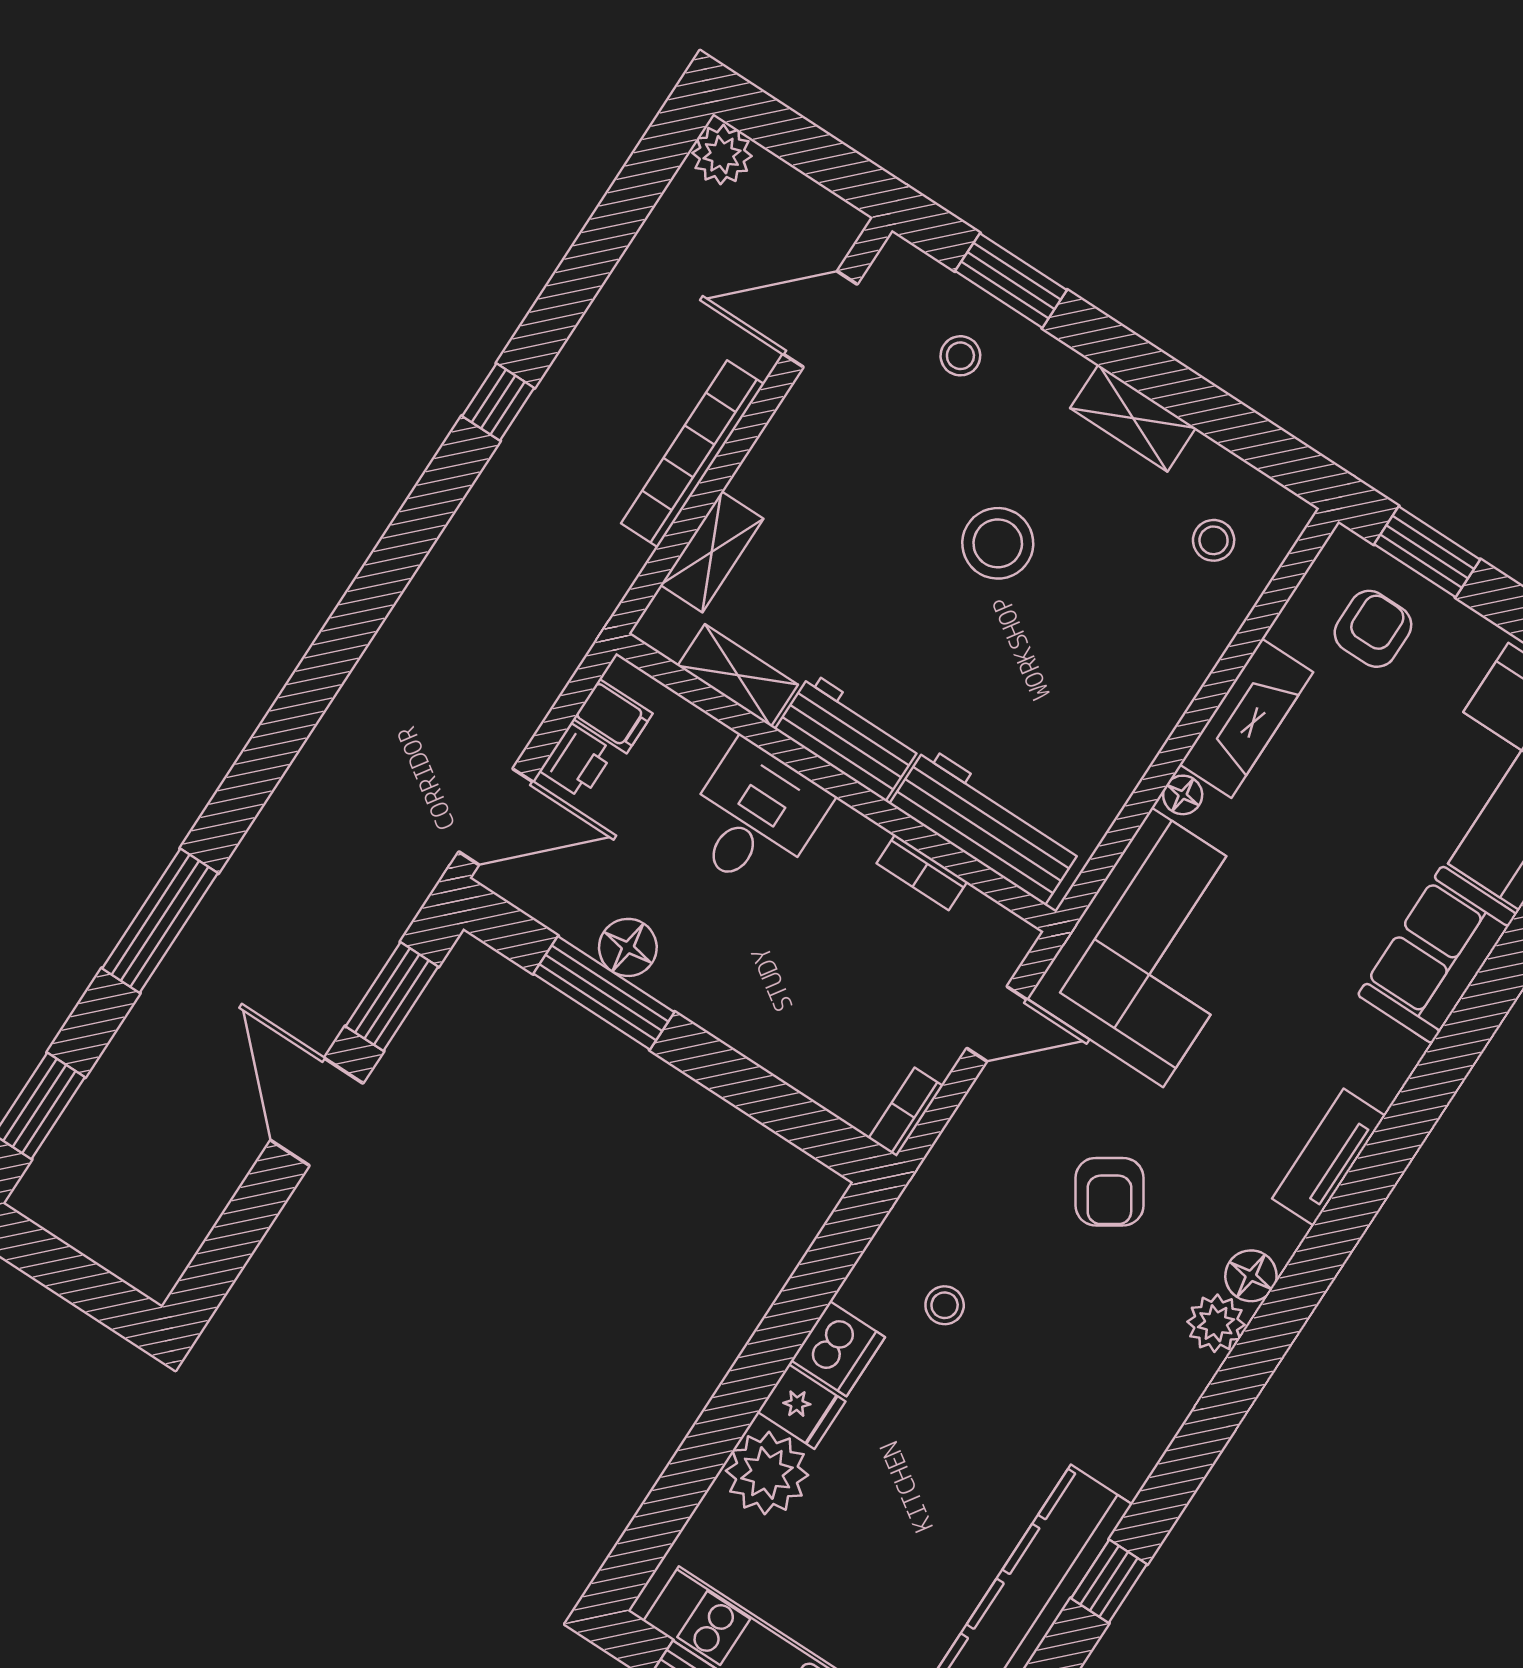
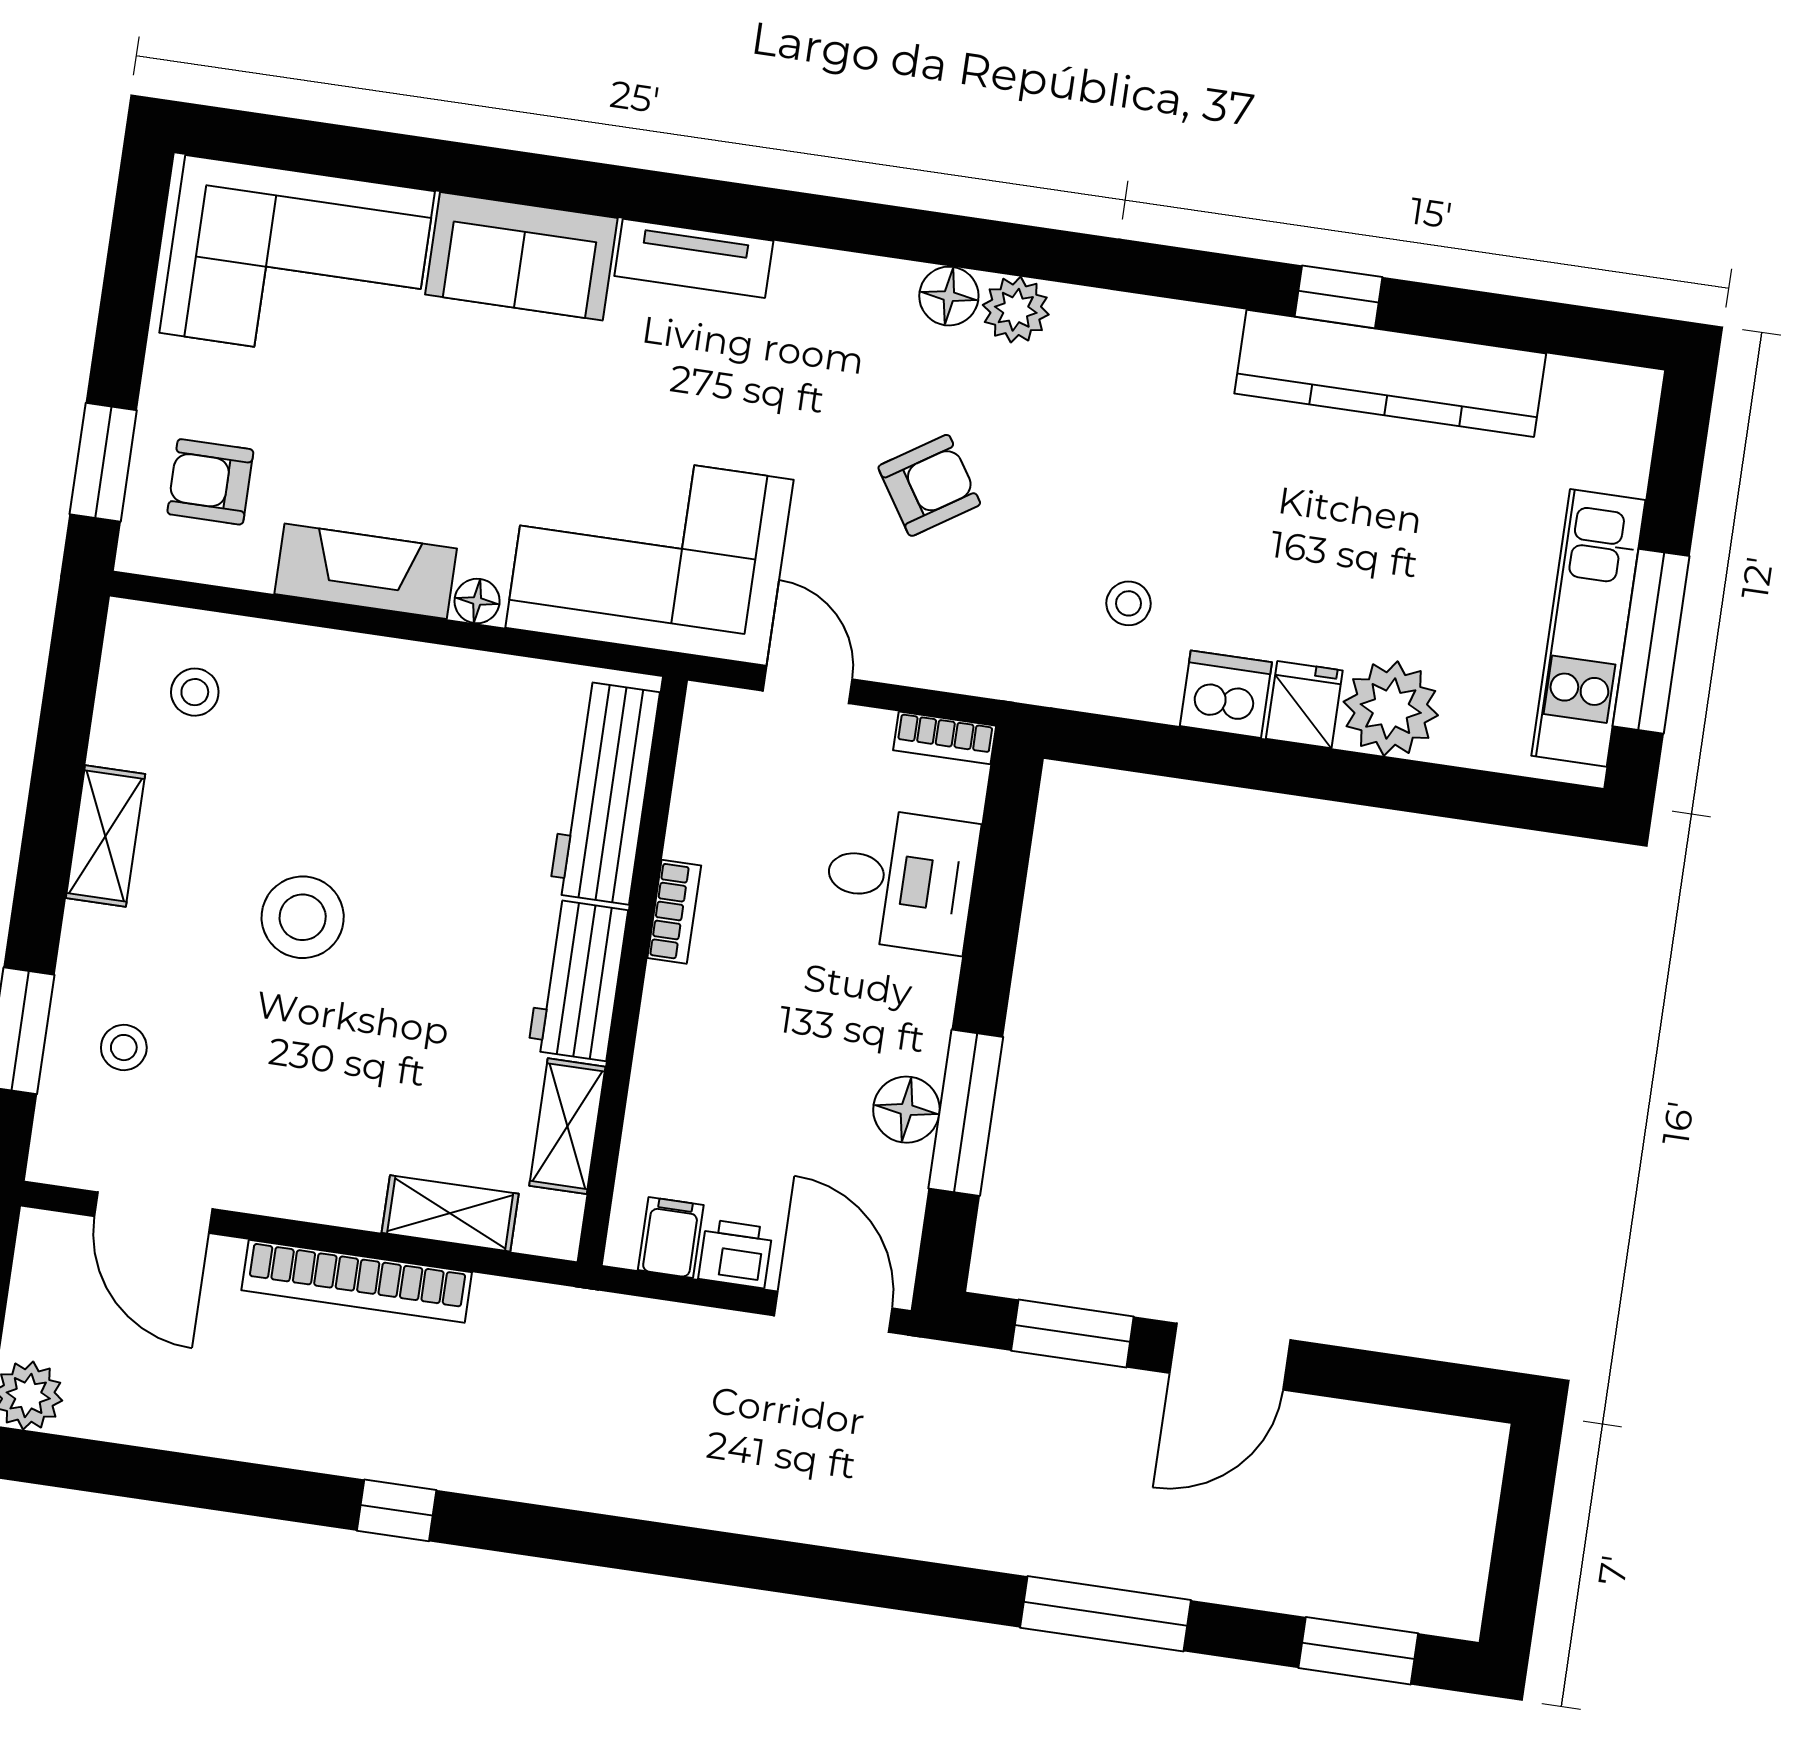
desk: (754, 817) -> (901, 880), moved, turned 180
bookcase: (922, 872) -> (674, 912), moved
tv unit: (1329, 1157) -> (694, 258), moved

